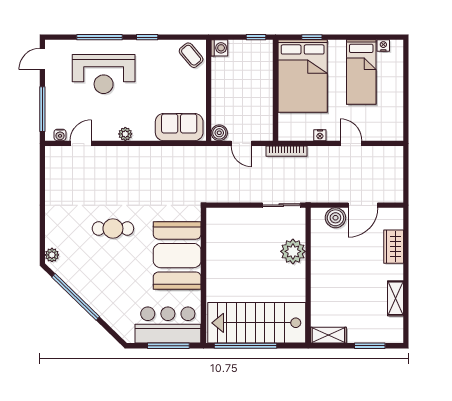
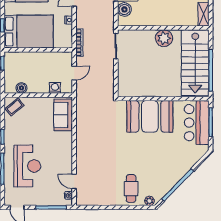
washing machine: (219, 48) -> (55, 88), moved
boiler: (219, 133) -> (22, 88), moved
plant: (125, 134) -> (68, 151), removed
cafe table: (113, 228) -> (131, 189), moved
plant: (293, 251) -> (164, 38), moved

